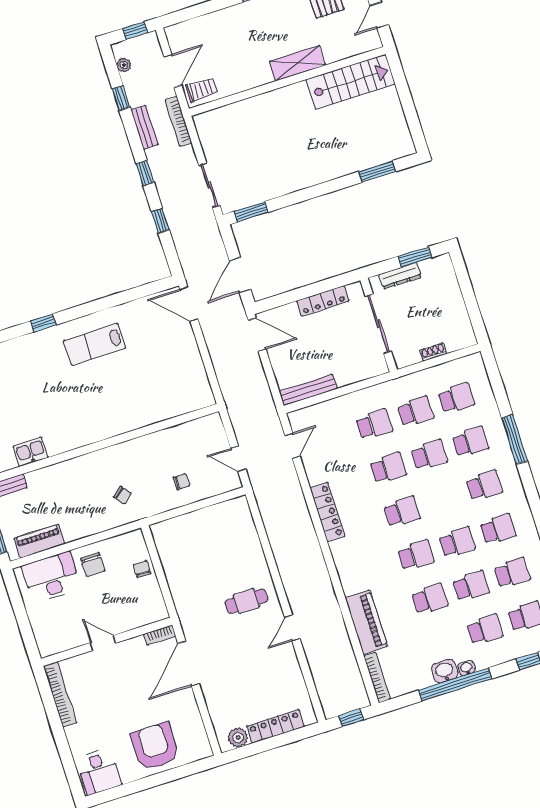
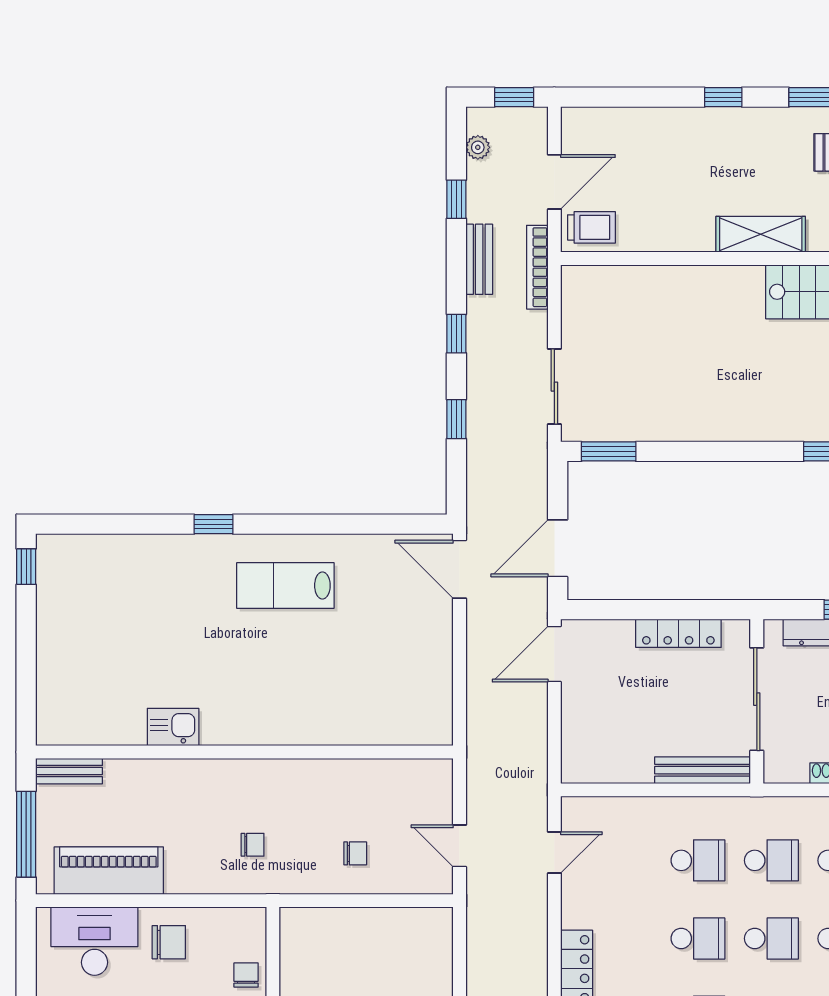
door: (257, 335) -> (554, 654), swing flipped
bench: (308, 390) -> (703, 770), moved
kitchen sink: (31, 452) -> (173, 727), moved
chair: (122, 495) -> (253, 845), turned -51
piano: (39, 541) -> (109, 871), width x1.37, depth x1.33
chair: (93, 565) -> (169, 942), turned -90

